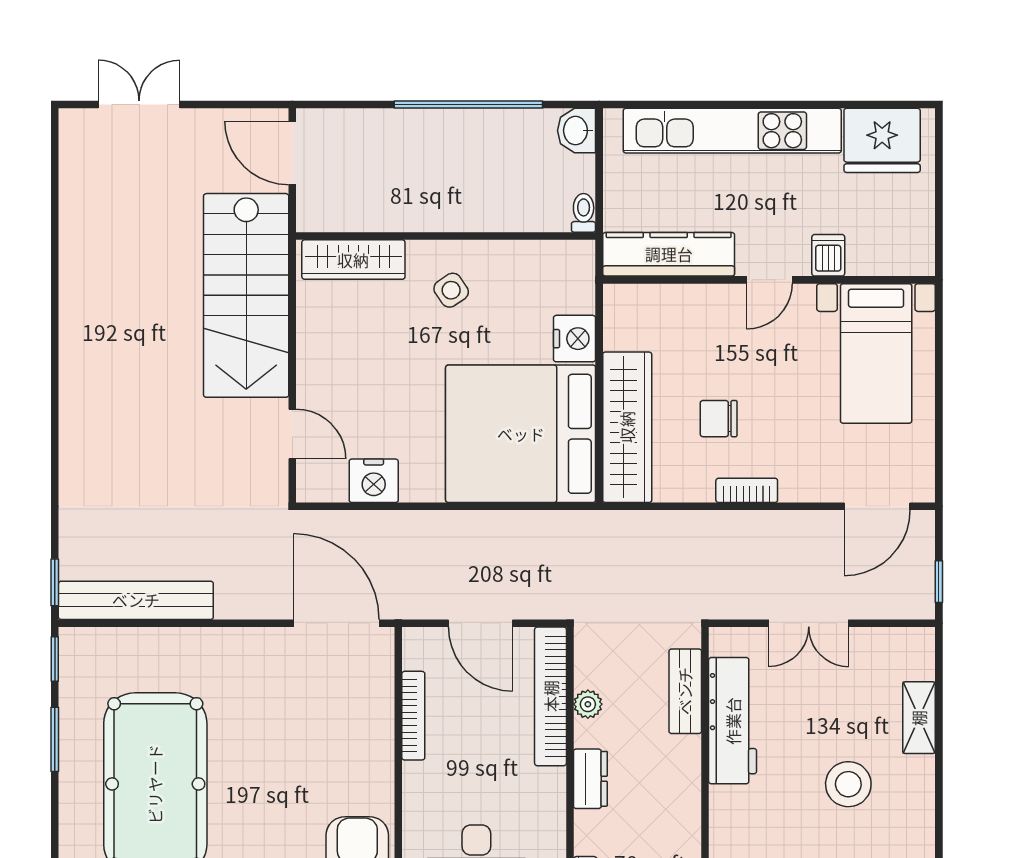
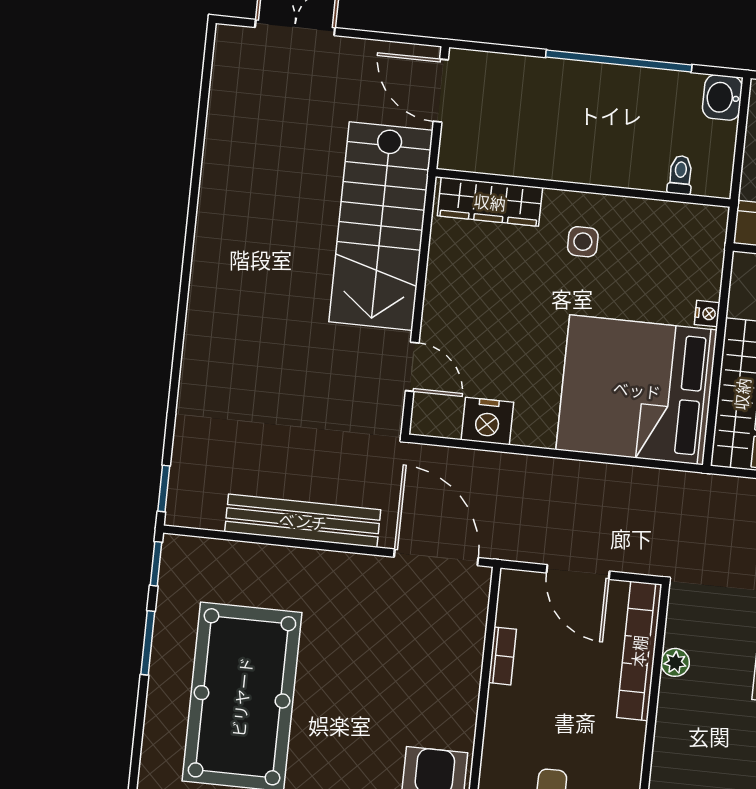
toilet: (584, 213) -> (680, 175), moved
side table: (451, 290) -> (583, 242), turned 34
nightstand: (575, 339) -> (707, 314), width x0.53, depth x0.56
bench: (136, 600) -> (303, 521), moved
bookcase: (413, 716) -> (502, 656), width x0.64
dresser: (590, 779) -> (670, 736), removed

